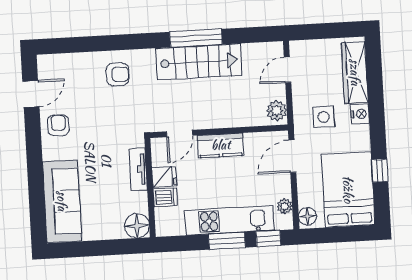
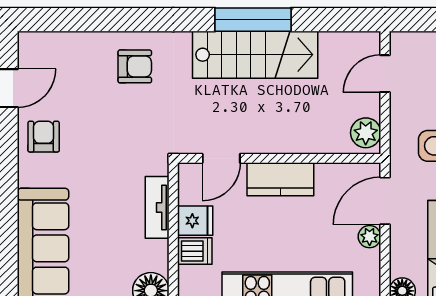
plant: (285, 206) -> (370, 237), moved

